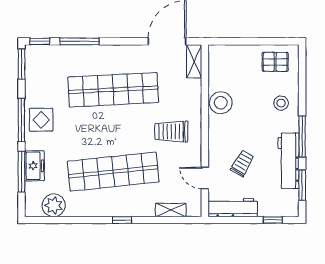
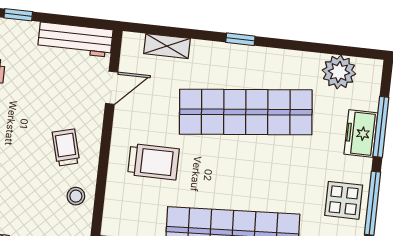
stool: (221, 103) -> (76, 196), width x0.53, depth x0.53
trolley: (242, 163) -> (66, 147), moved, turned 135
door: (205, 178) -> (112, 88), hinge flipped

